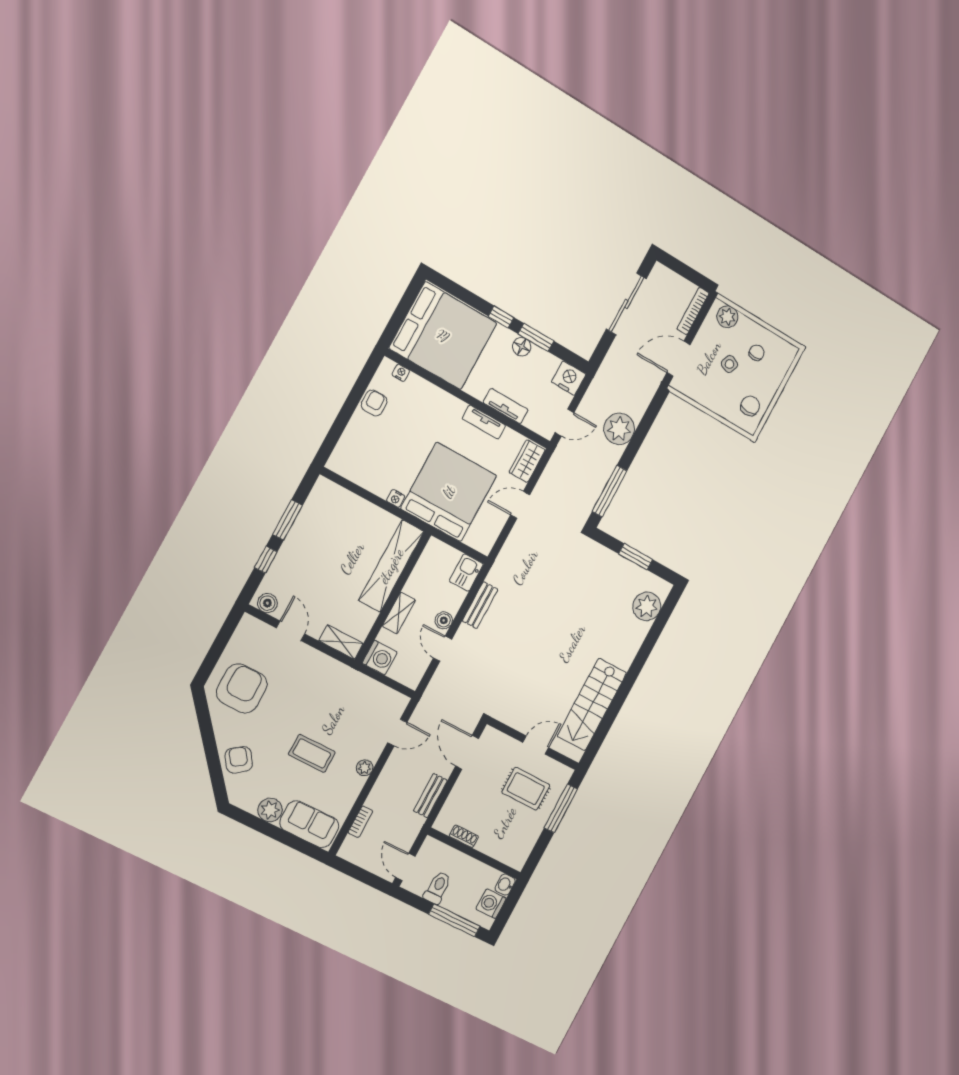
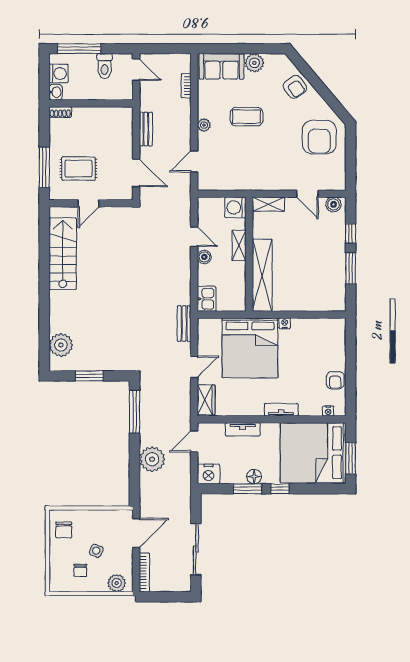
window: (405, 305) -> (351, 458), added
tv unit: (484, 422) -> (281, 410), moved
bench: (480, 605) -> (184, 324), moved
shoe rack: (464, 836) -> (60, 112), moved

